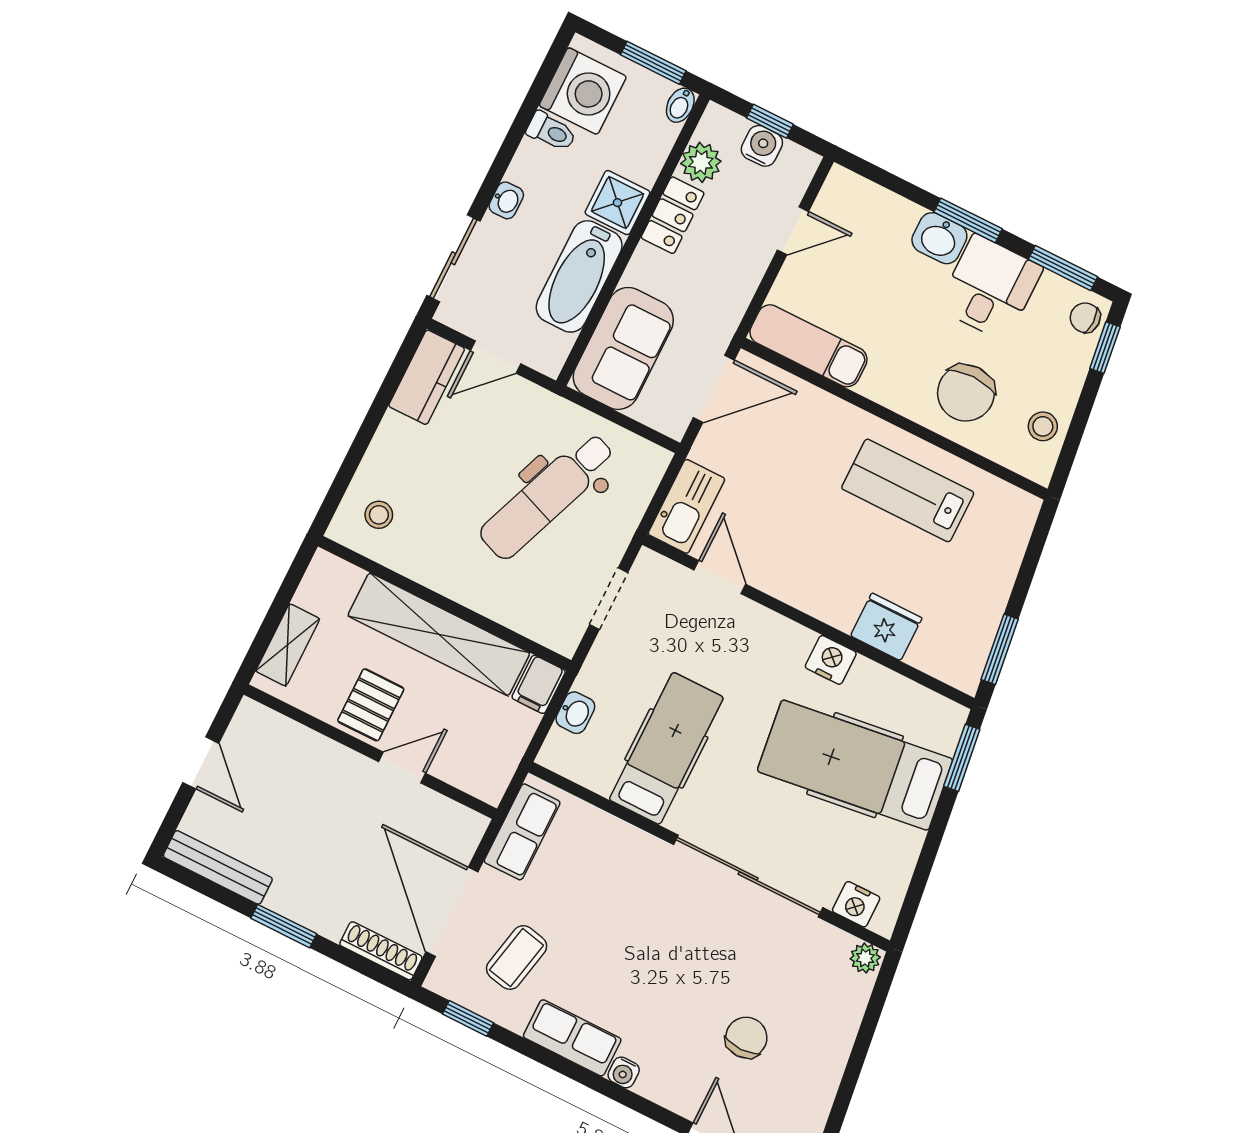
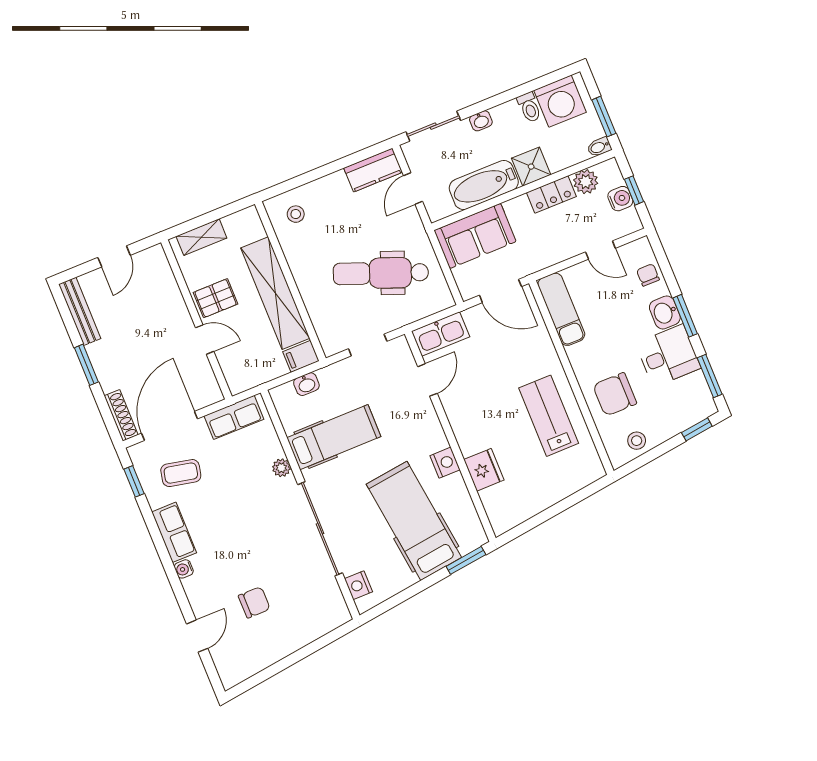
chair: (1085, 318) -> (648, 275), moved
door: (496, 357) -> (413, 189), hinge flipped
window: (1000, 649) -> (527, 526), removed
plant: (865, 958) -> (281, 468), moved

